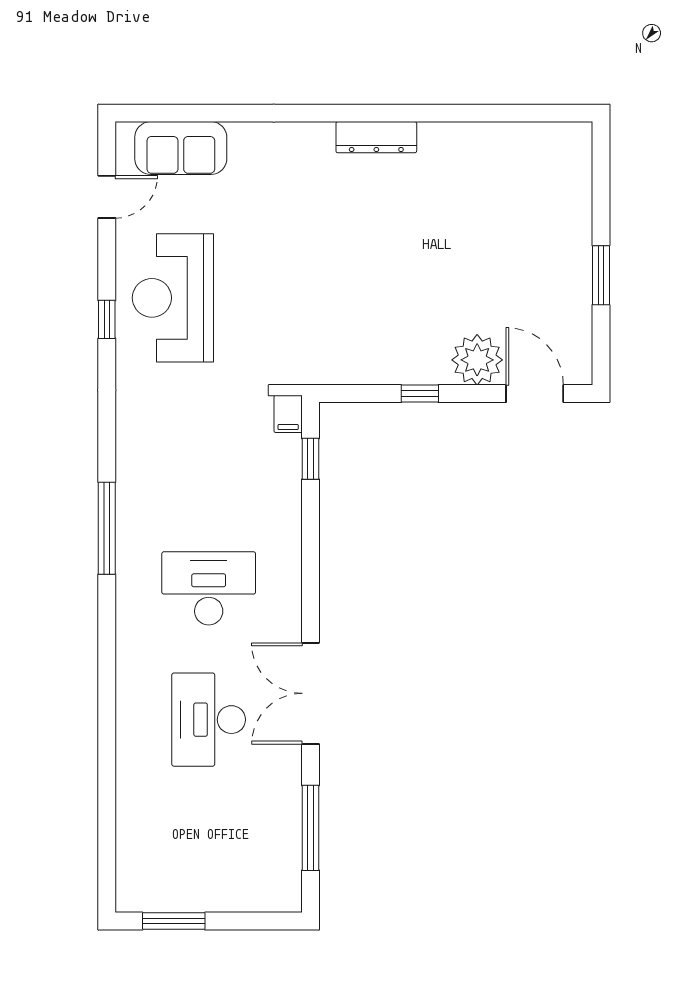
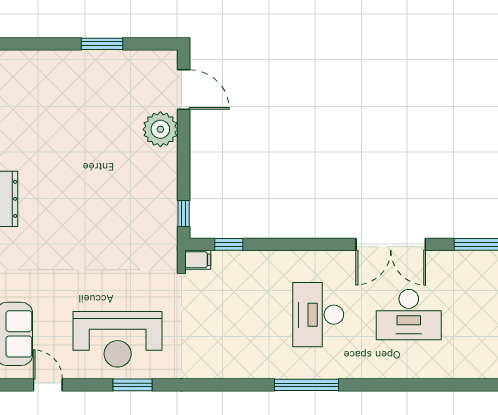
window: (107, 319) -> (132, 385), width x1.50
window: (420, 394) -> (184, 214), moved
door: (535, 394) -> (184, 90), swing flipped
window: (107, 528) -> (307, 385), moved

